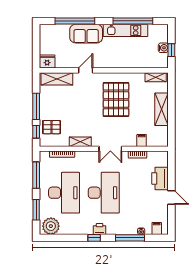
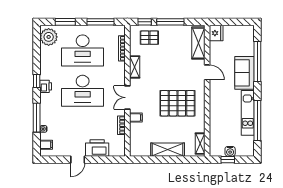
pallet: (52, 127) -> (149, 38), turned 90
filing cabinet: (142, 140) -> (136, 117), moved

